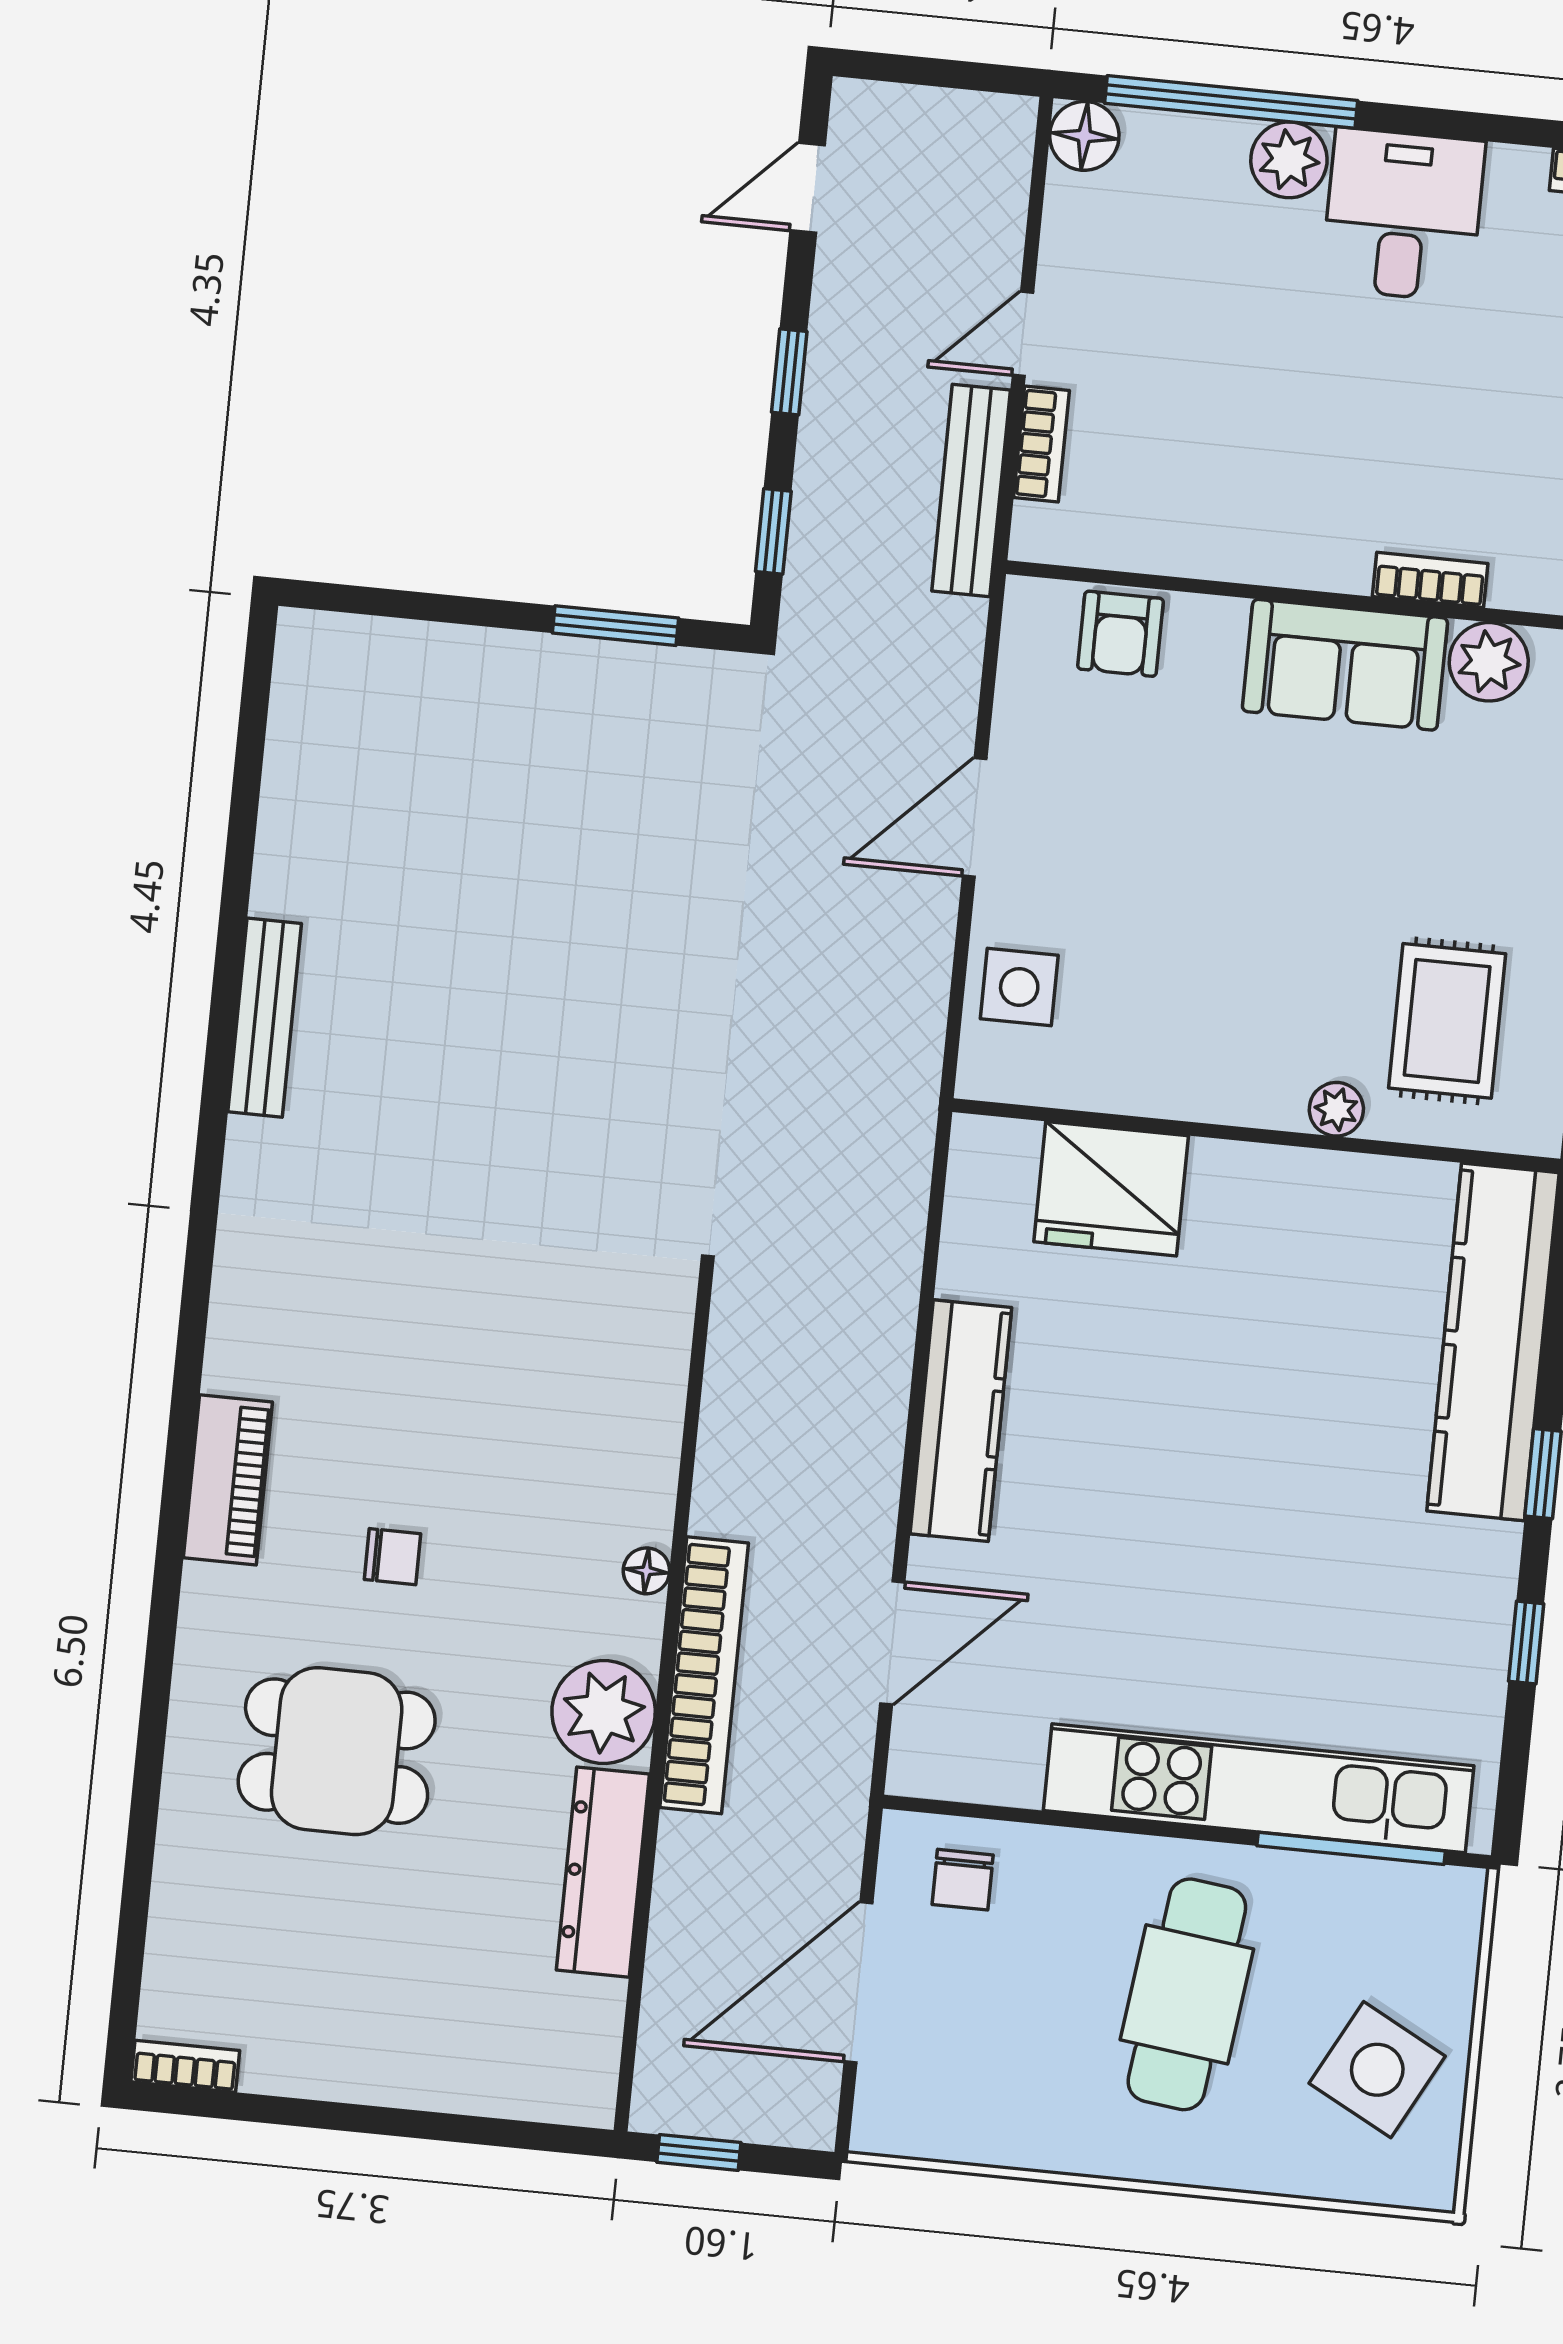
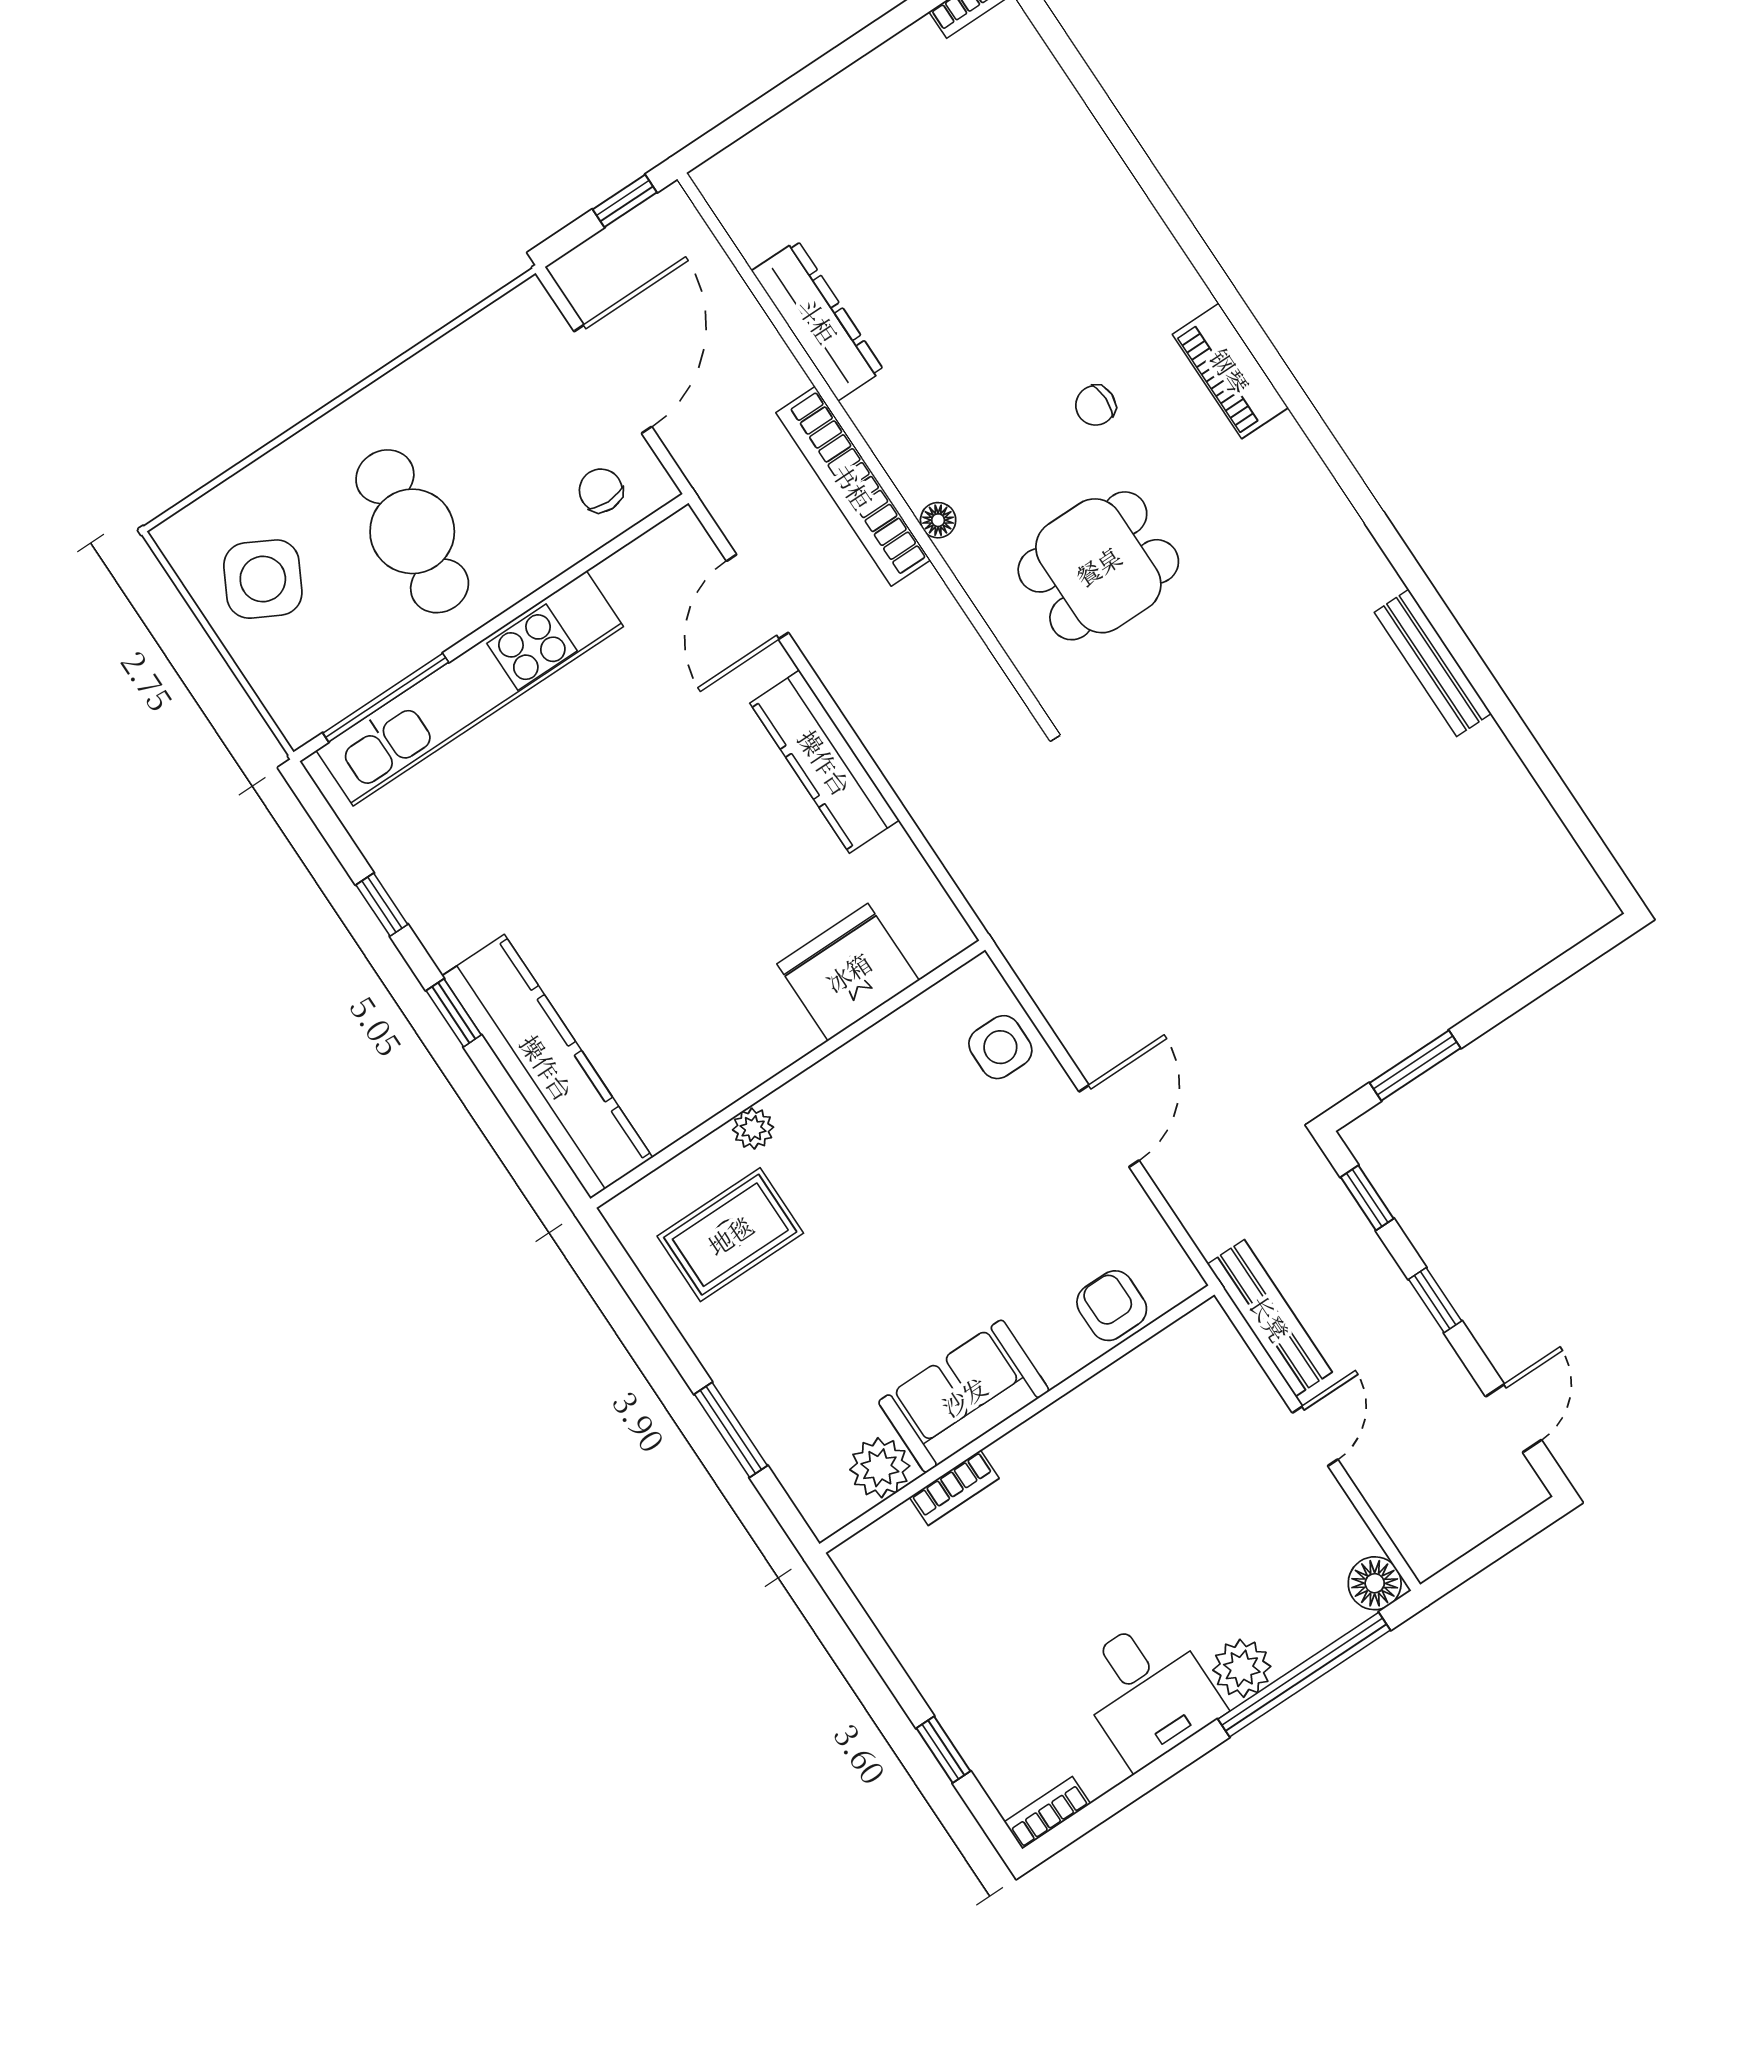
bookcase: (1041, 444) -> (1251, 1380), removed
rug: (1447, 1021) -> (730, 1235), turned 90
plant: (604, 1712) -> (895, 416), removed
dining table: (337, 1751) -> (1098, 566), moved

